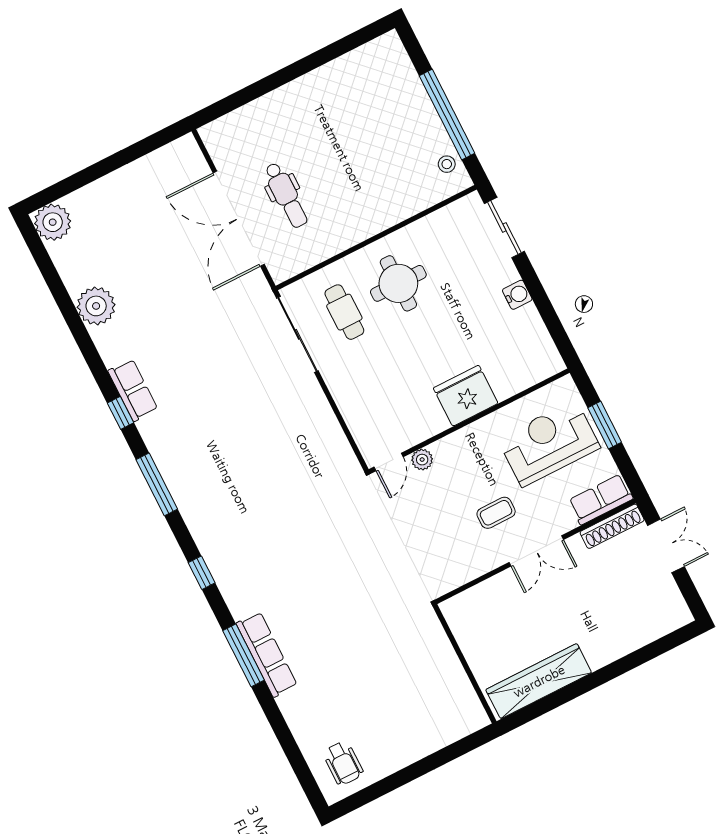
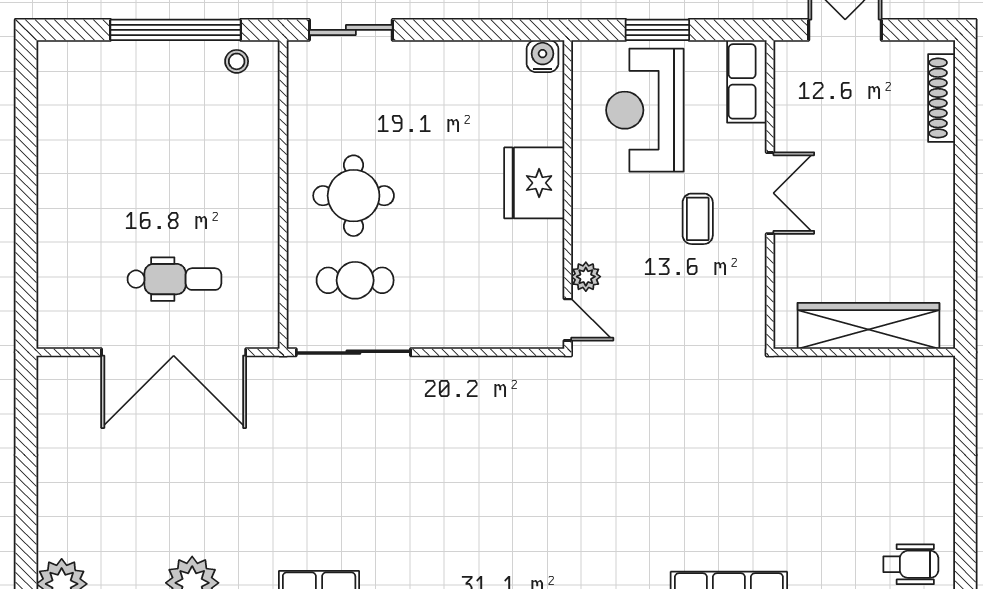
water cooler: (517, 295) -> (543, 56), moved
shoe rack: (612, 526) -> (942, 98), moved, turned 180
wardrobe: (539, 681) -> (868, 326), moved, turned 90

